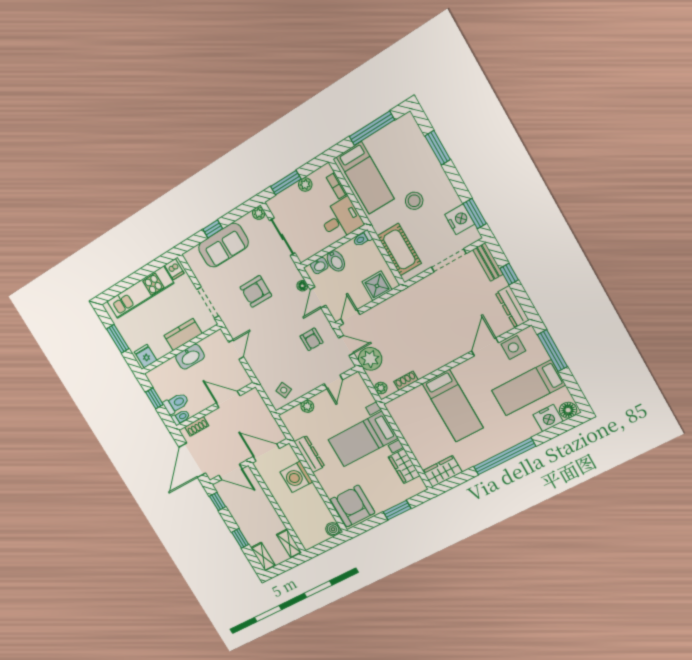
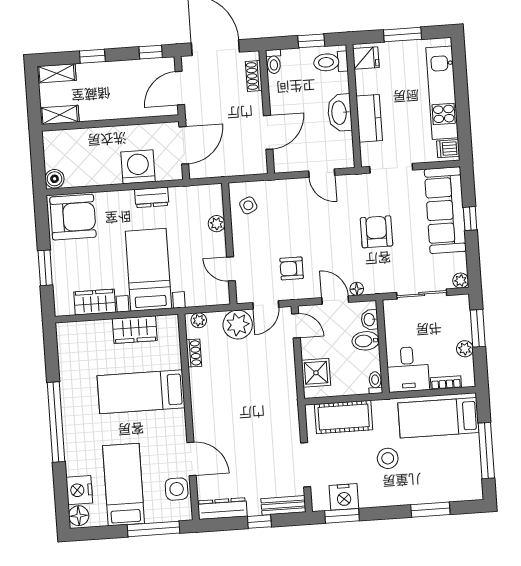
sofa: (223, 245) -> (445, 210), width x1.36
toilet: (176, 403) -> (331, 62), moved, turned 90
dresser: (309, 454) -> (152, 197), width x0.70
wardrobe: (442, 471) -> (135, 330), moved, turned 90

